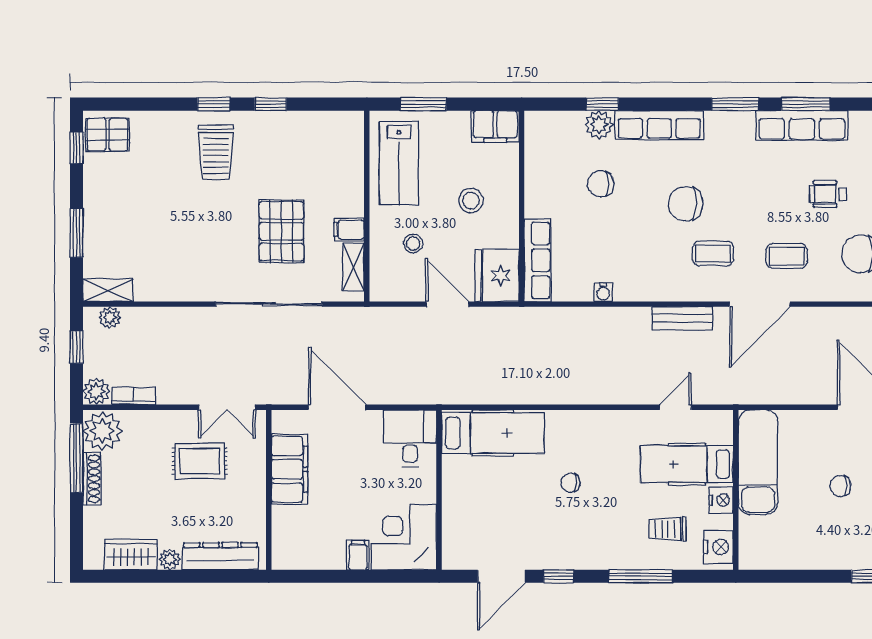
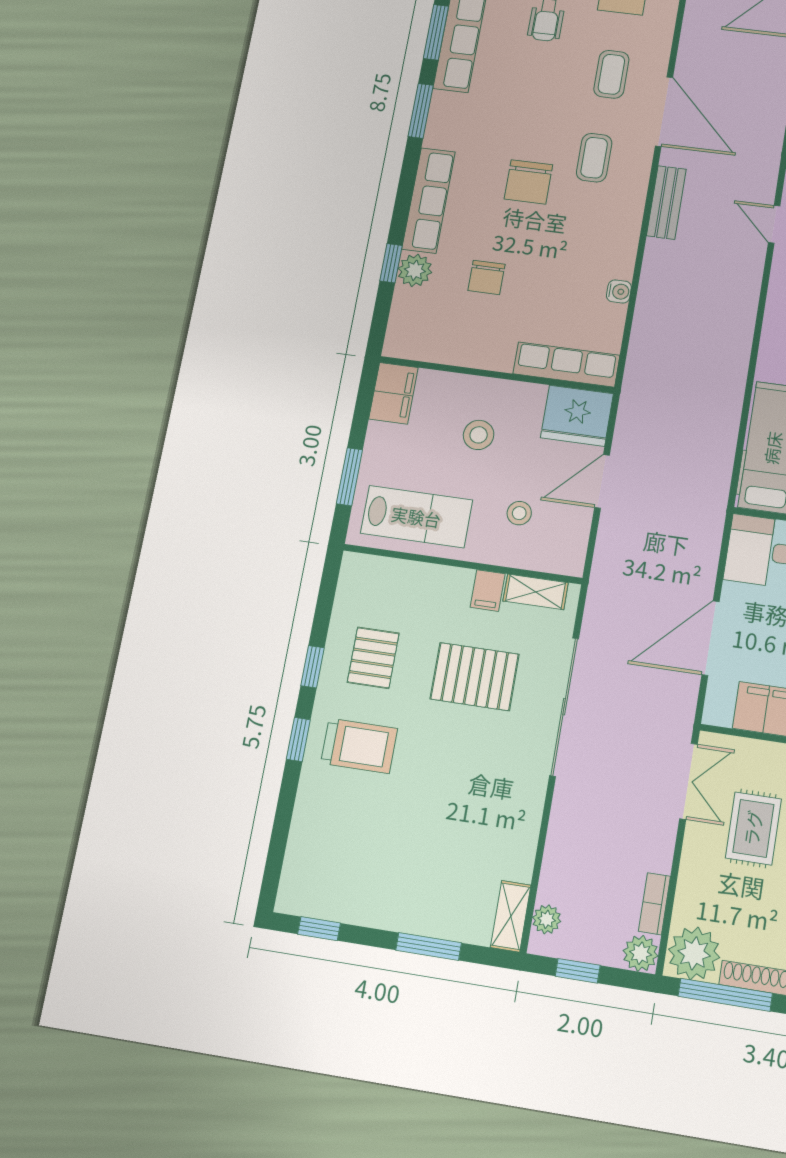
pallet: (107, 135) -> (373, 658), moved

